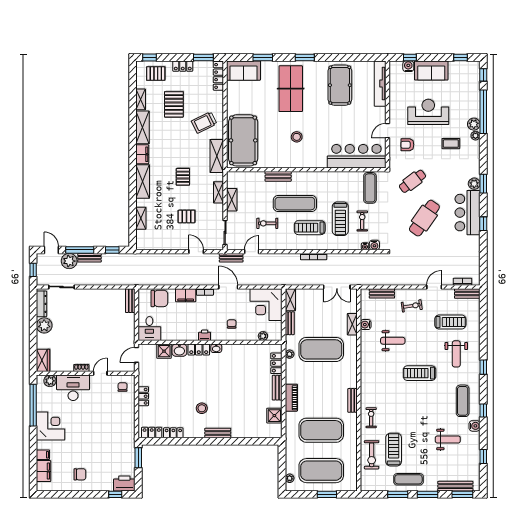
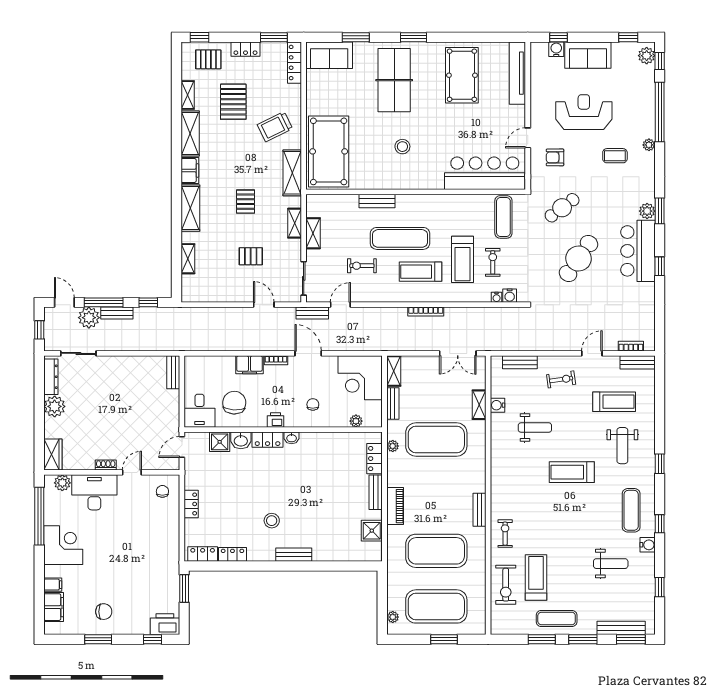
plant: (474, 124) -> (647, 56), moved
chair: (159, 298) -> (234, 403), moved, turned -87
window: (76, 494) -> (98, 639), added

